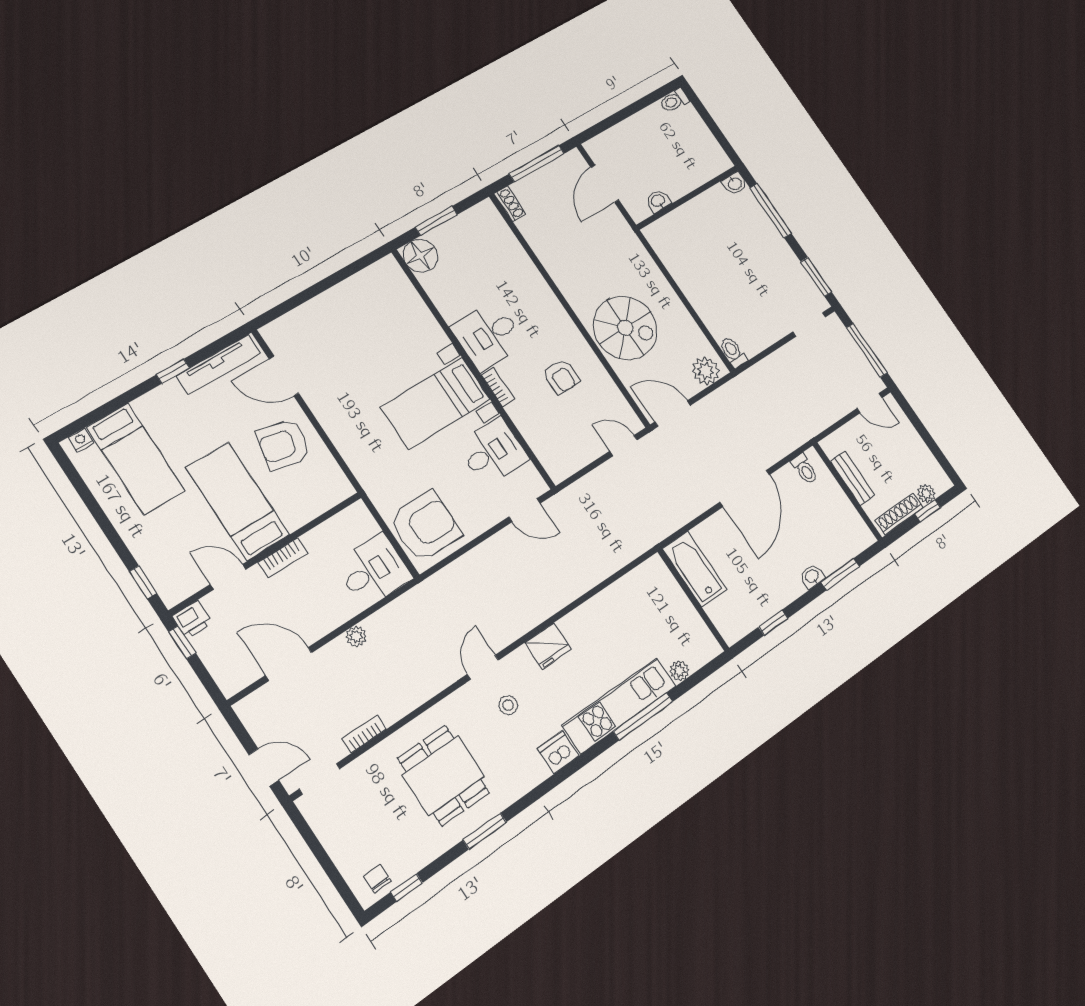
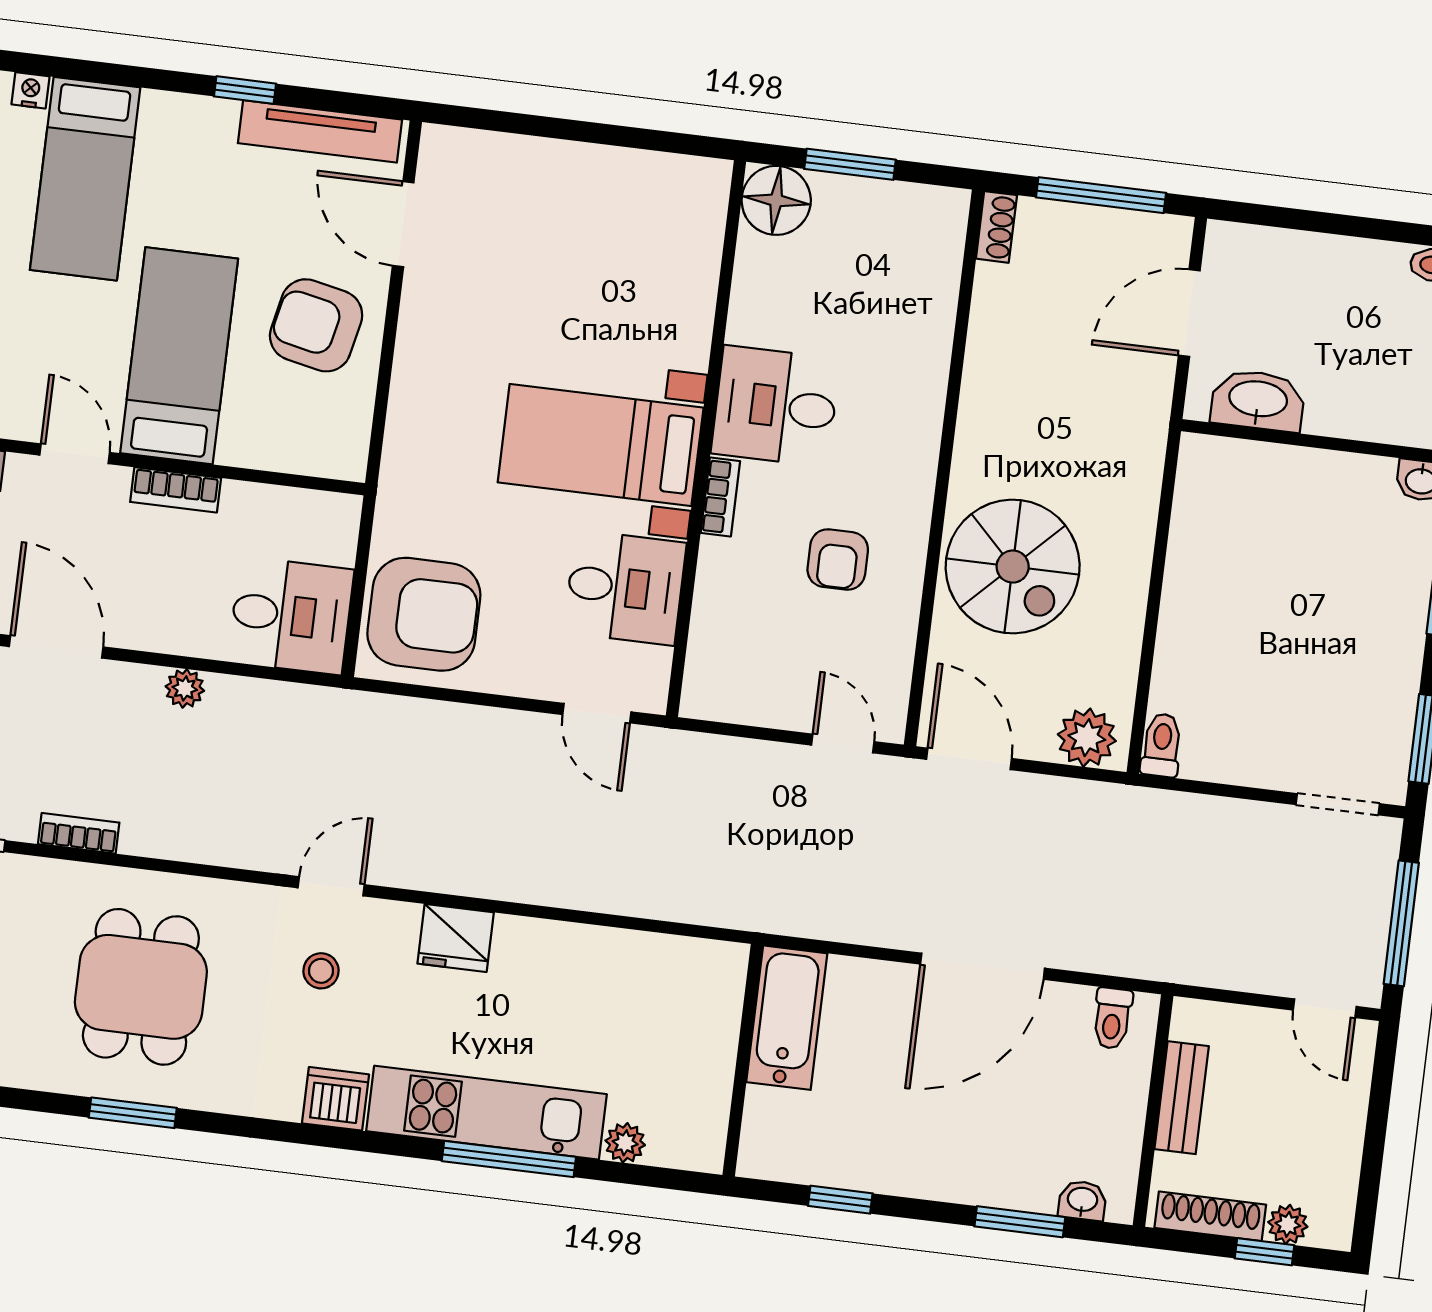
washbasin: (658, 201) -> (1258, 400), width x1.91, depth x1.45
washbasin: (812, 576) -> (1082, 1200), moved

